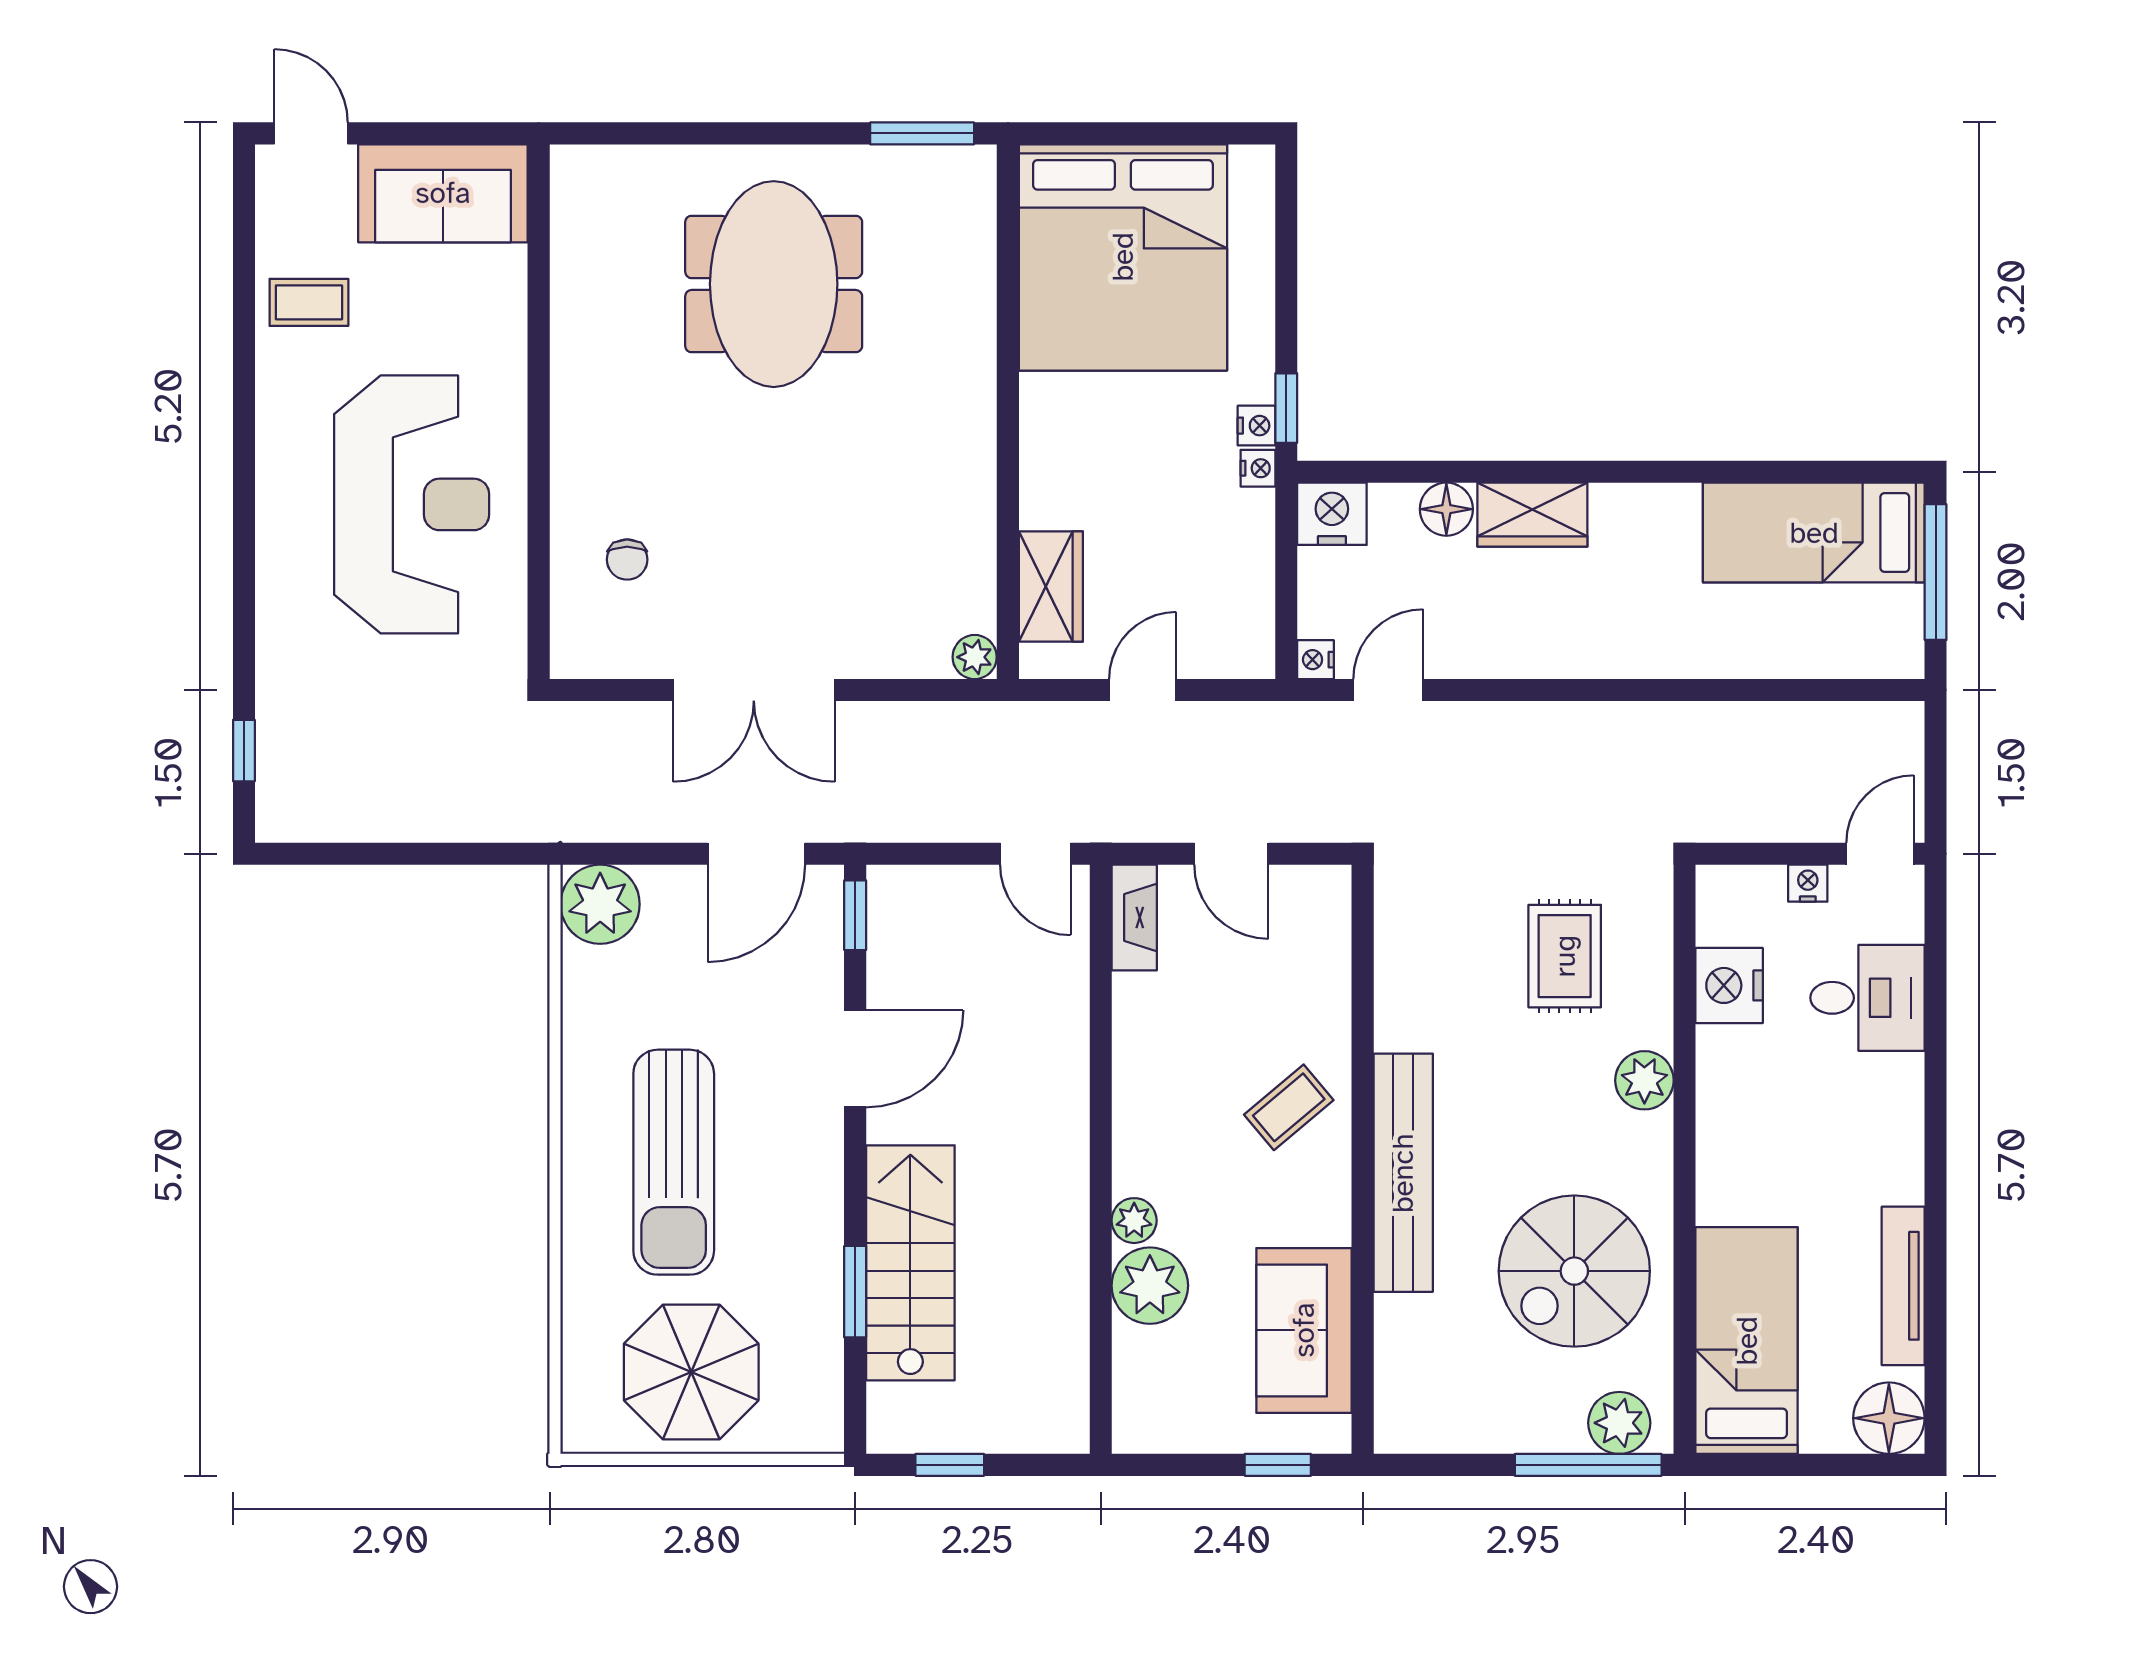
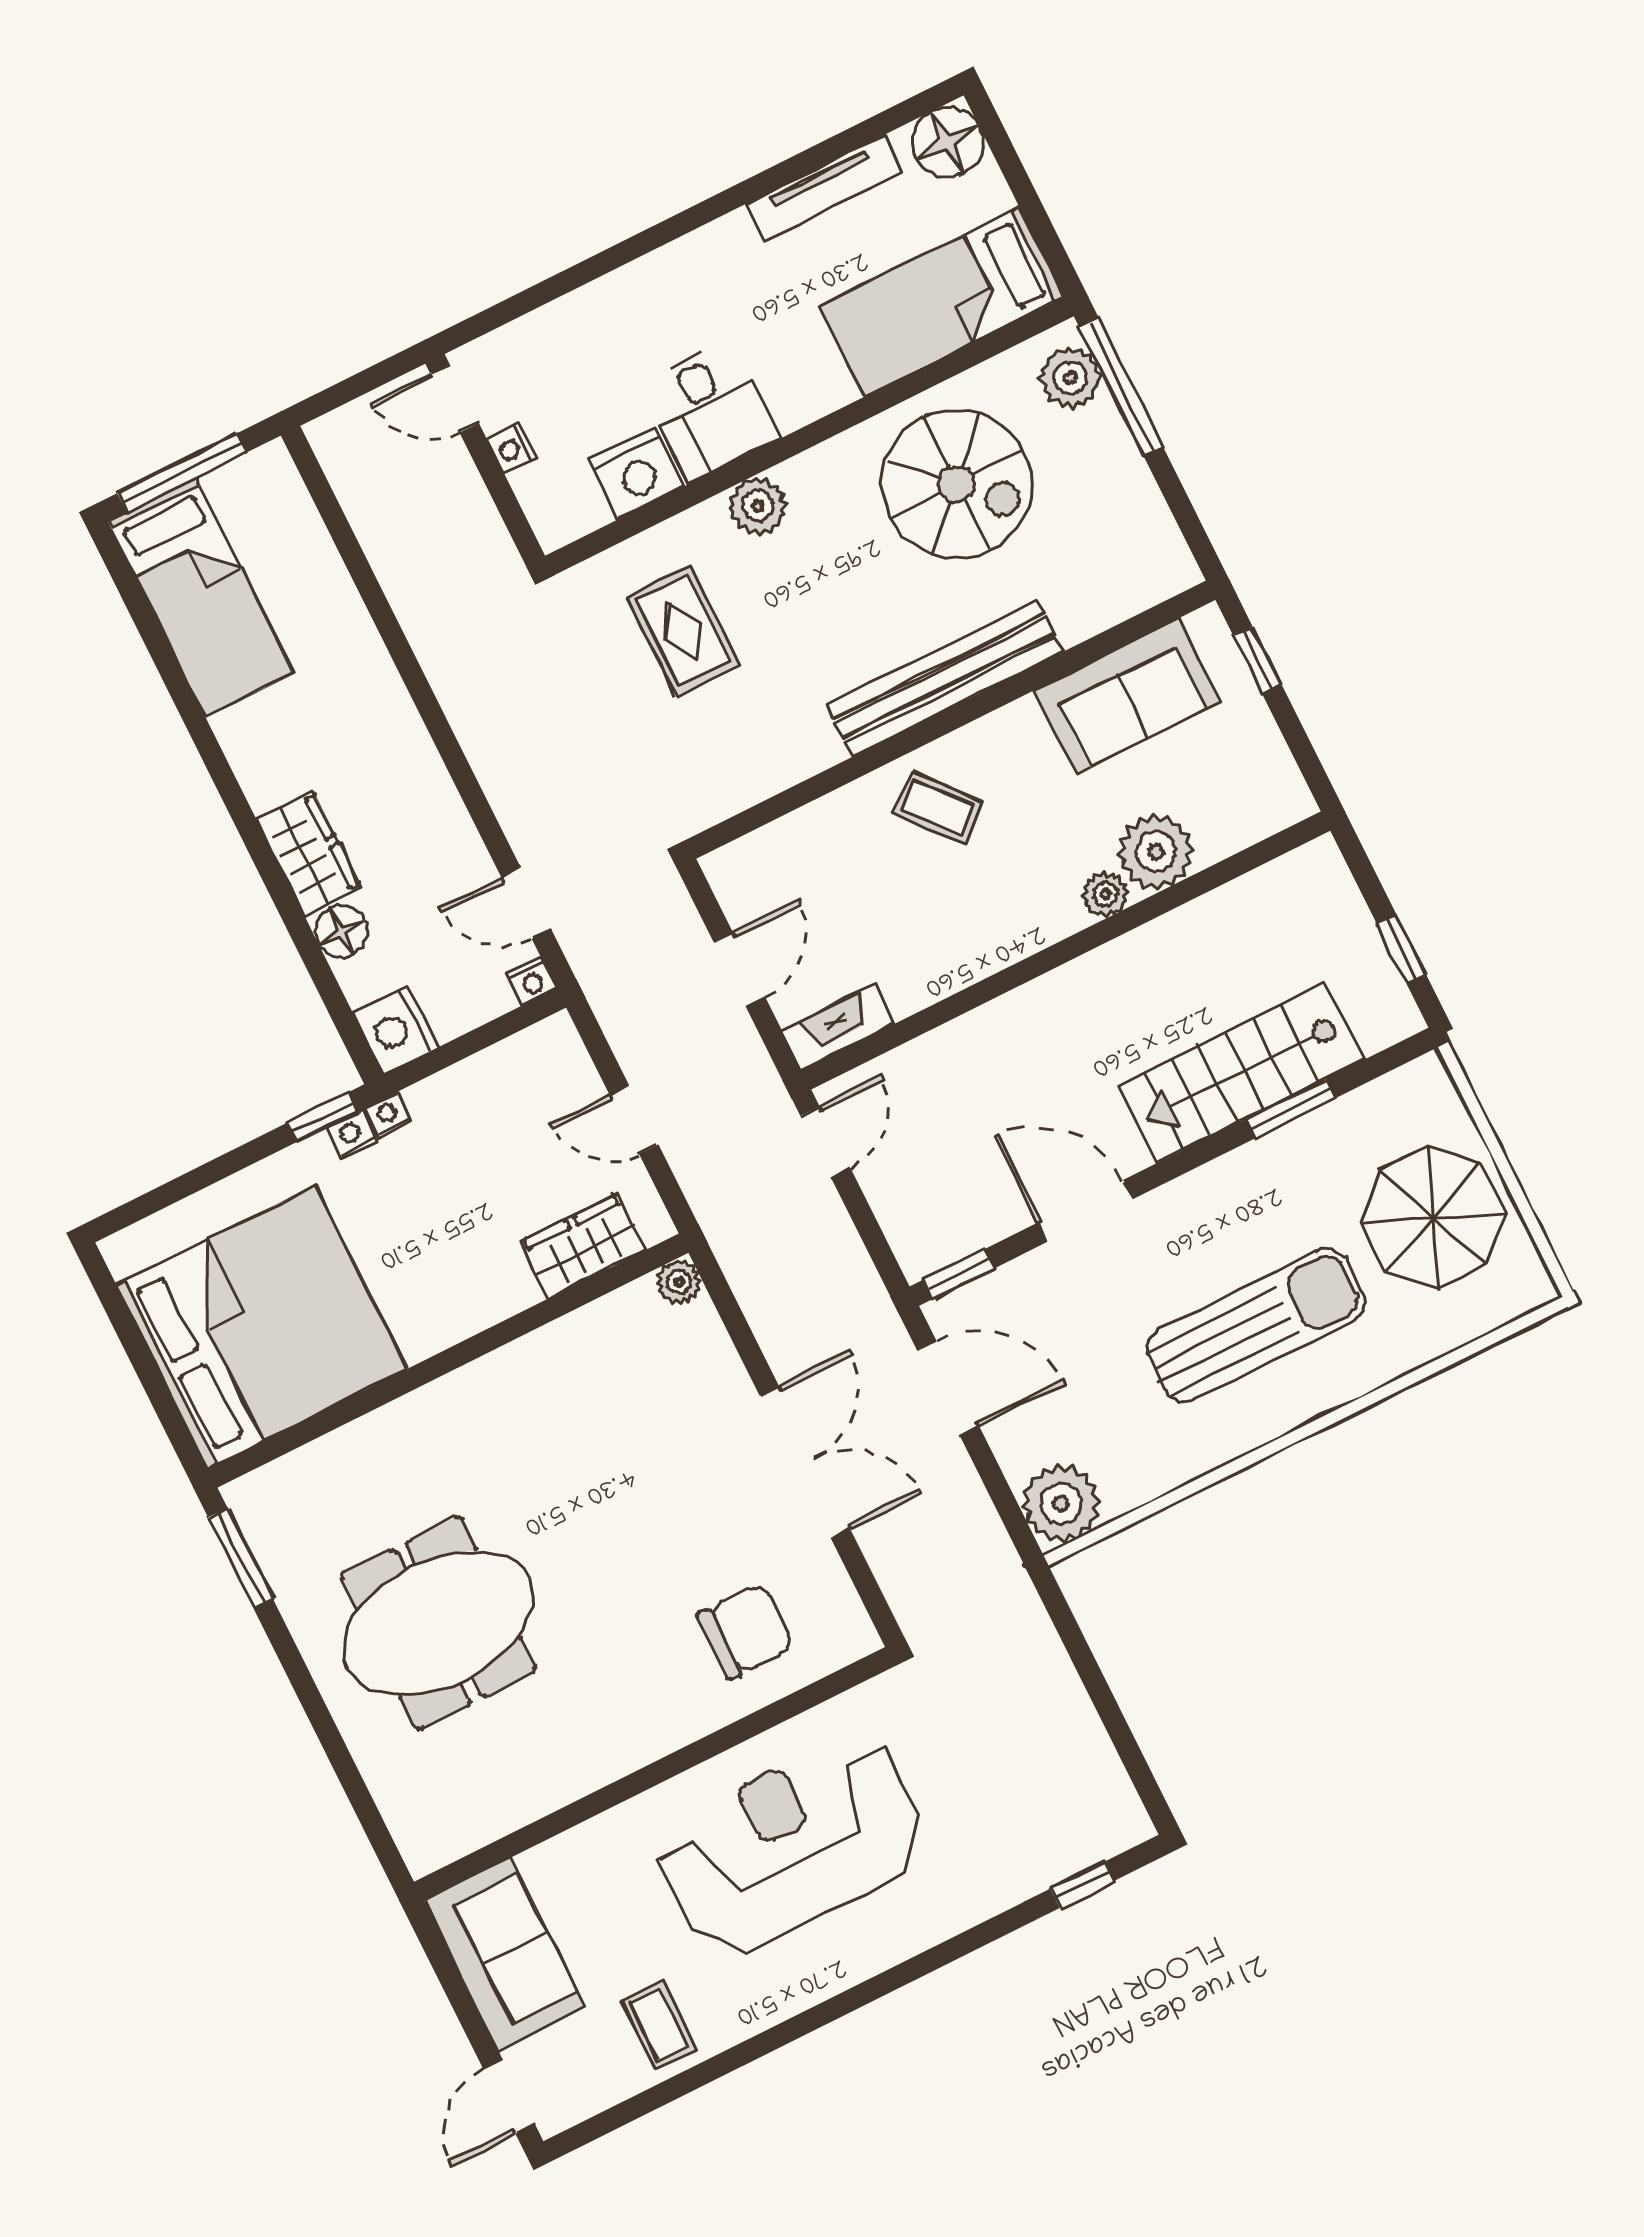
chair: (627, 560) -> (746, 1631), width x1.87, depth x1.87
rug: (1565, 956) -> (683, 631), turned 90
desk: (1868, 998) -> (710, 411), moved, turned 180

